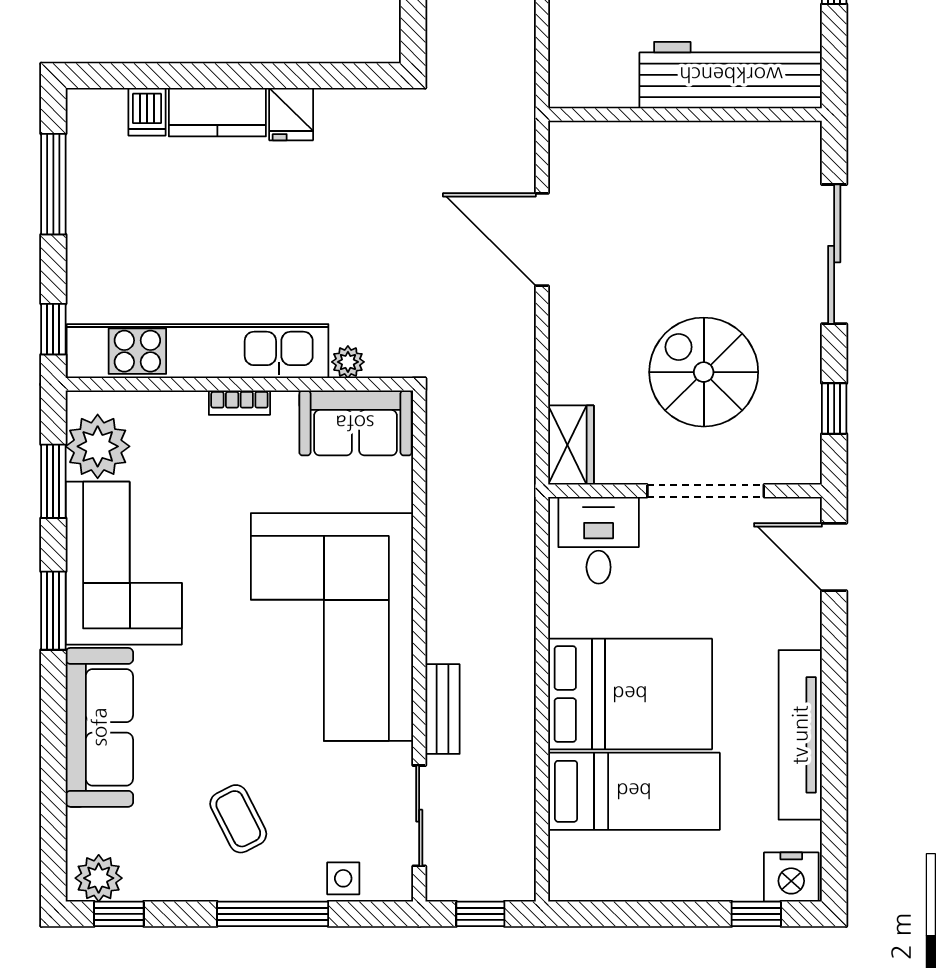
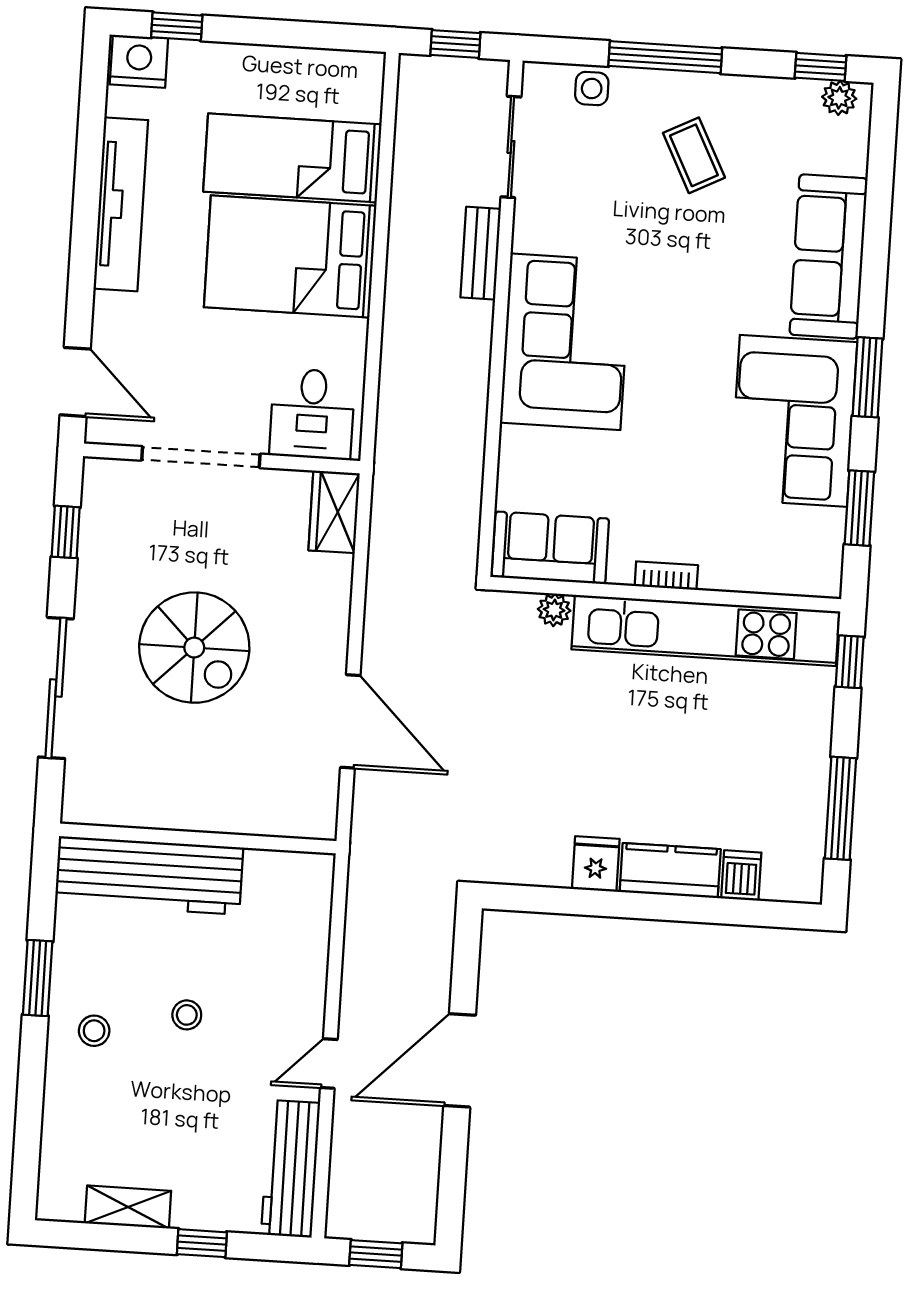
spiral stairs: (704, 372) -> (194, 648), moved
plant: (98, 446) -> (812, 541), removed
corner sofa: (332, 627) -> (565, 342), width x0.73, depth x0.74
plant: (99, 878) -> (839, 98), width x0.73, depth x0.73

